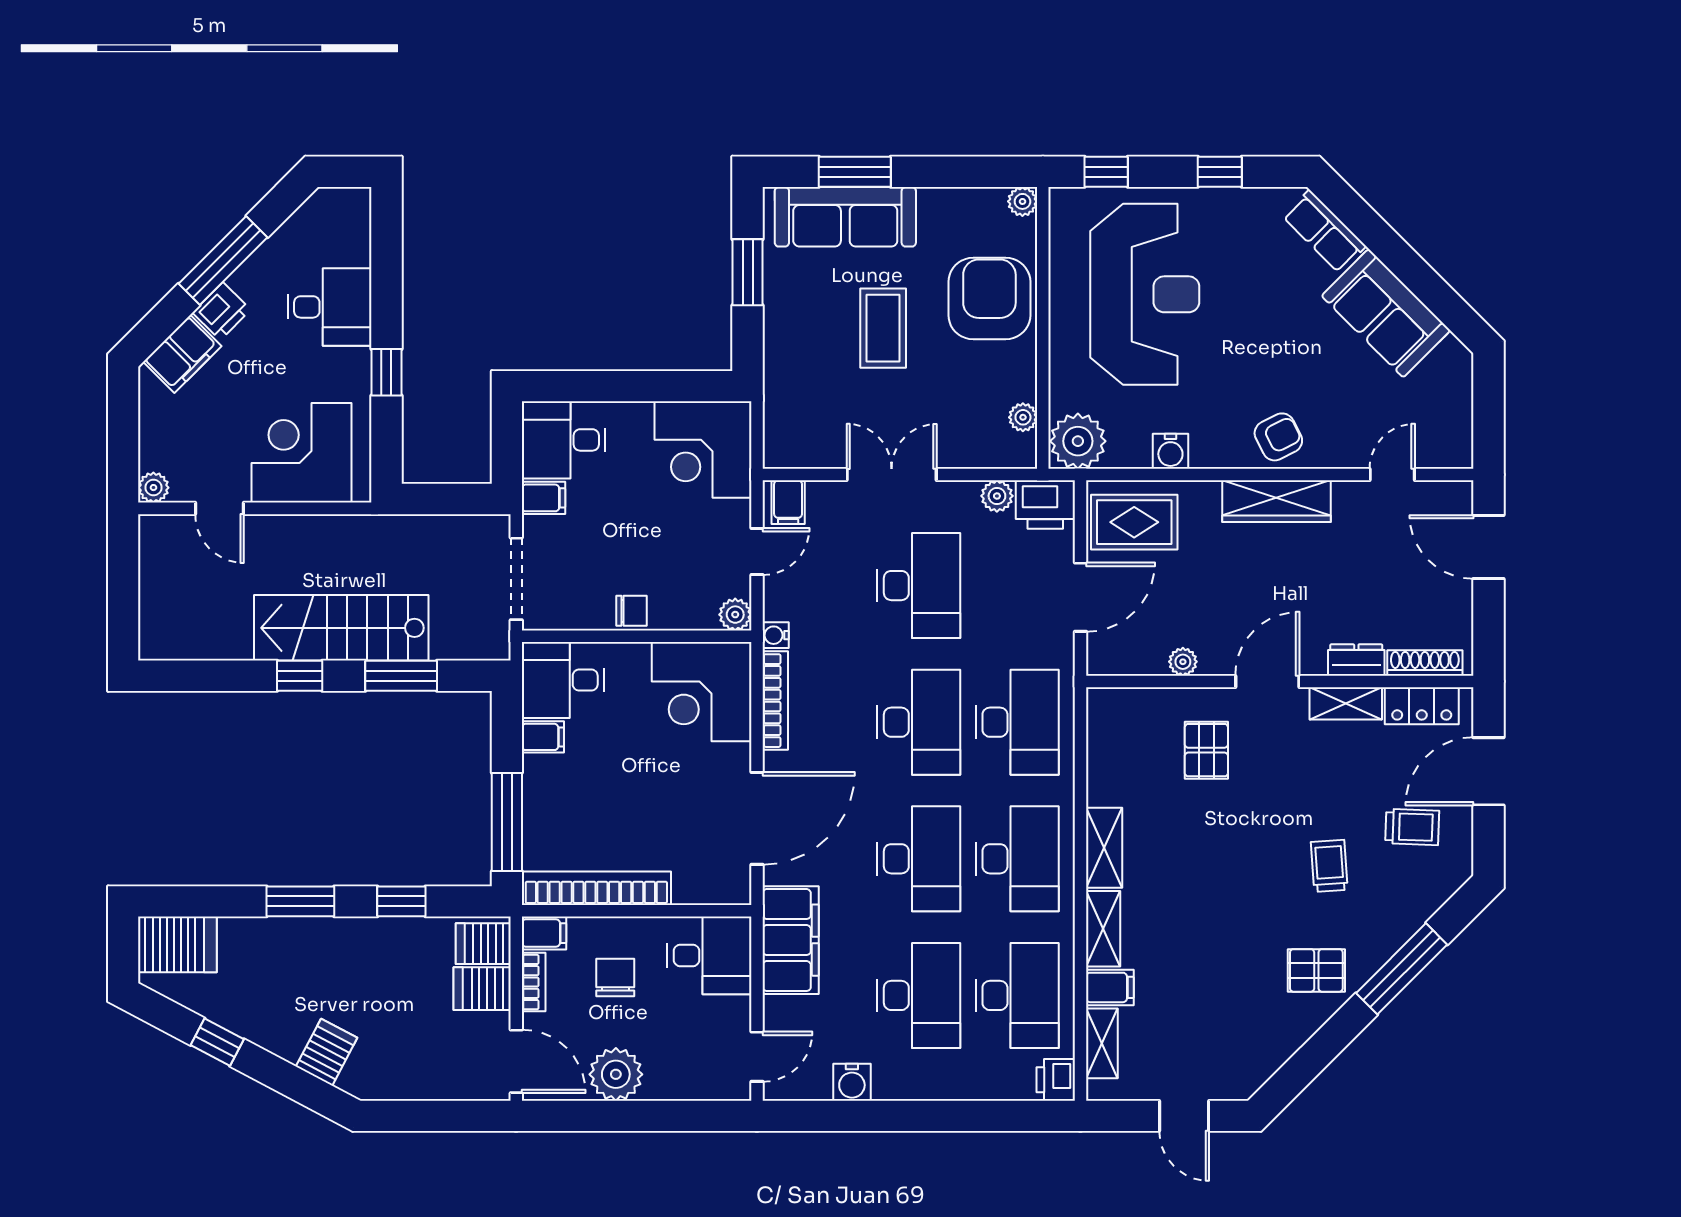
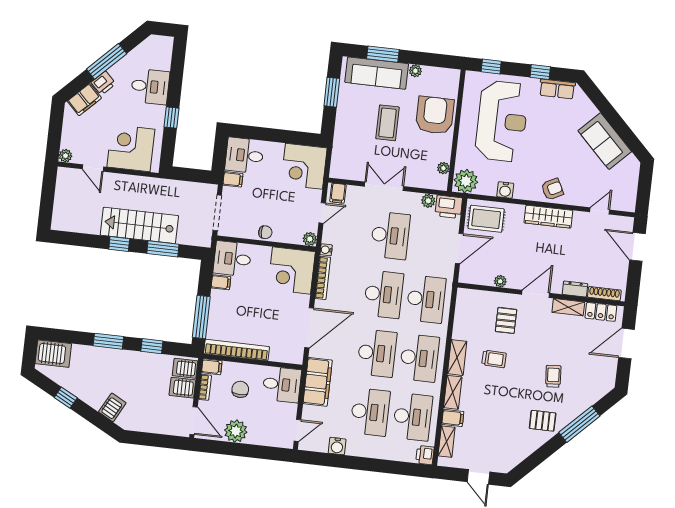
plant: (1022, 201) -> (415, 71), moved
row of seats: (1324, 231) -> (557, 89), moved, turned -45
trolley: (1412, 827) -> (494, 359), moved

